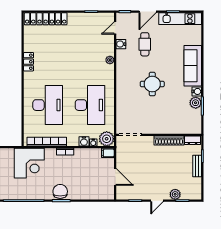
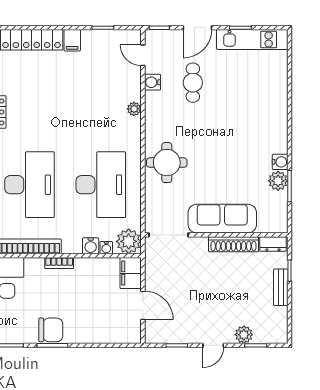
filing cabinet: (73, 19) -> (72, 40), added
door: (115, 28) -> (143, 55), hinge flipped
sofa: (193, 66) -> (222, 219), moved, turned 90
round table: (152, 84) -> (167, 163), moved
filing cabinet: (108, 153) -> (131, 273), width x2.00
chair: (60, 191) -> (51, 330), turned 90

